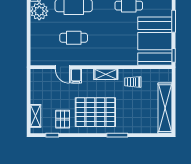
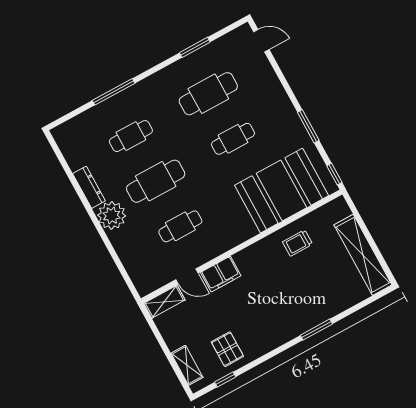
booth: (155, 41) -> (282, 190), moved, turned 90
shelving: (106, 74) -> (164, 302), moved
filing cabinet: (76, 76) -> (221, 274), width x2.00
pallet: (95, 112) -> (268, 314), removed

